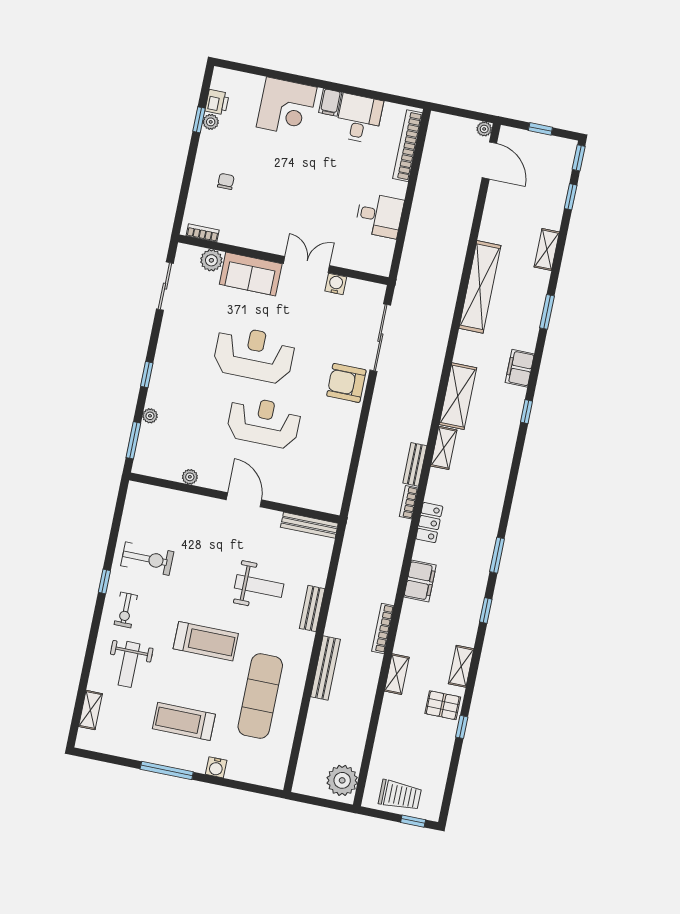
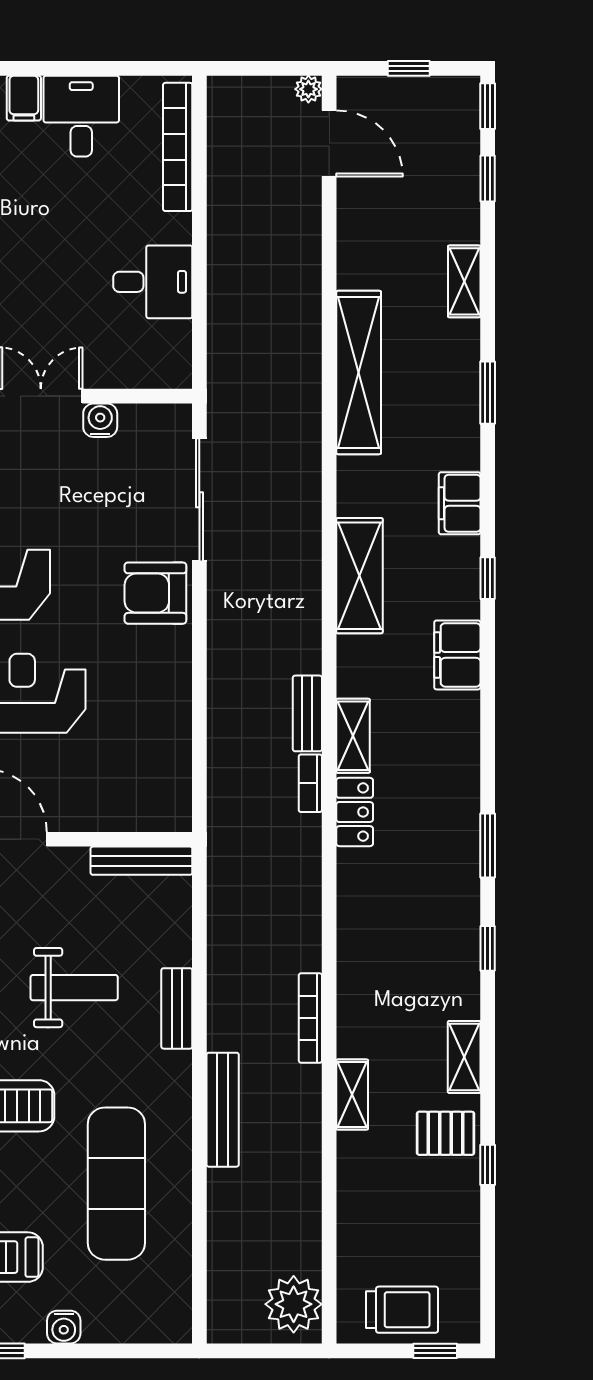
shelving: (444, 448) -> (353, 736), moved
filing cabinet: (420, 581) -> (457, 655), moved, turned 180

